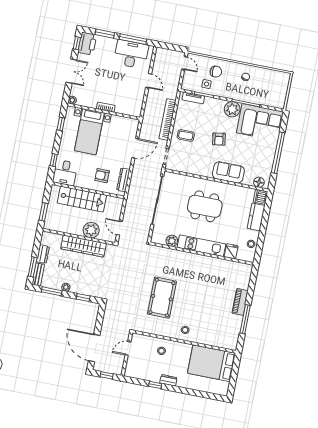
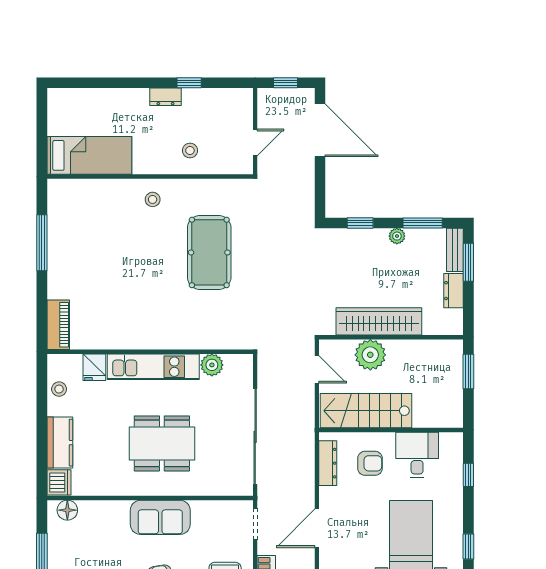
sofa: (228, 172) -> (160, 517), moved
desk: (65, 173) -> (417, 455), moved
stairs: (82, 199) -> (366, 411), moved
piano: (240, 302) -> (58, 325), moved
bed: (212, 363) -> (89, 155), width x0.67

